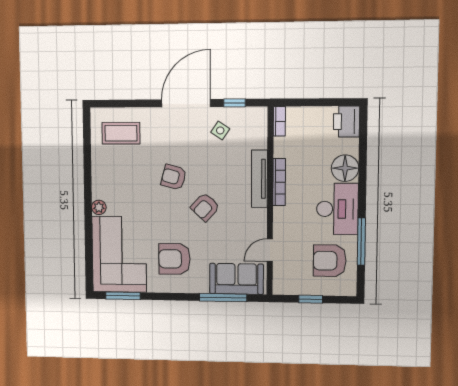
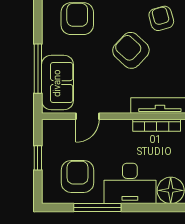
armchair: (174, 177) -> (161, 18), turned -31
armchair: (205, 207) -> (131, 50), width x1.38, depth x1.38
door: (270, 250) -> (87, 116), swing flipped

